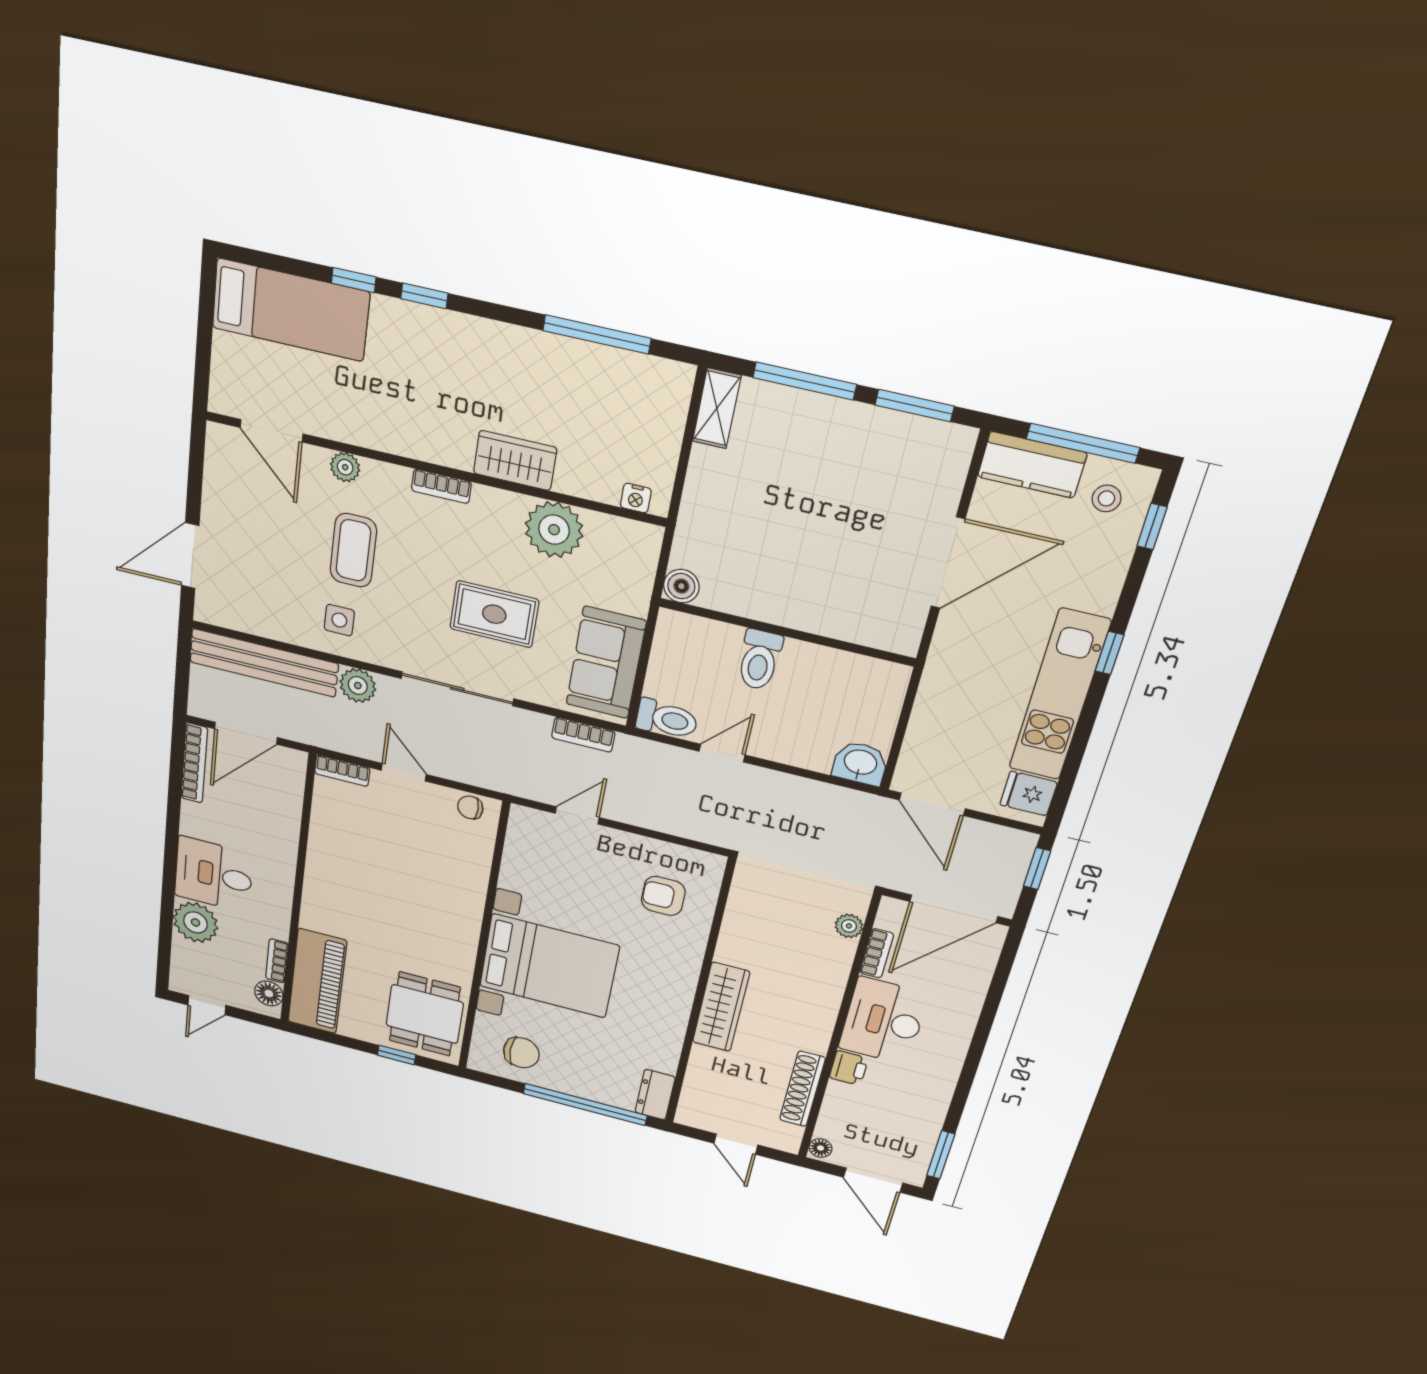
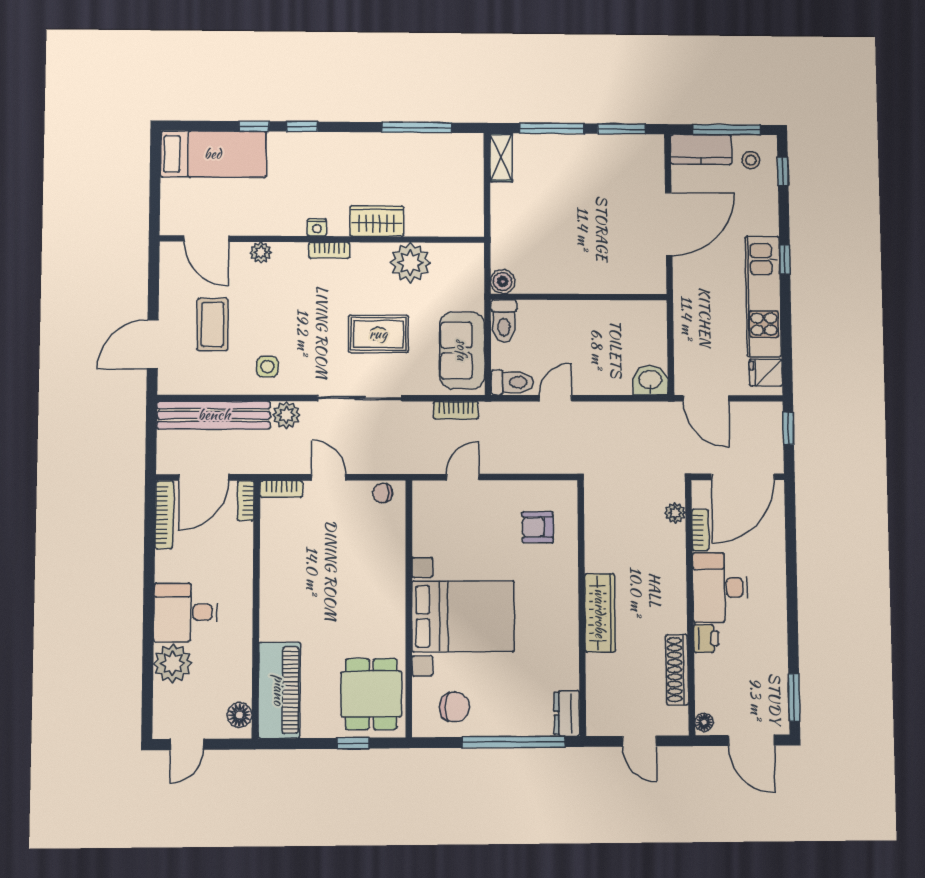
nightstand: (636, 498) -> (317, 227), moved
coffee table: (353, 550) -> (213, 324), moved
toilet: (759, 660) -> (504, 321), moved
bookcase: (277, 961) -> (246, 501), moved

